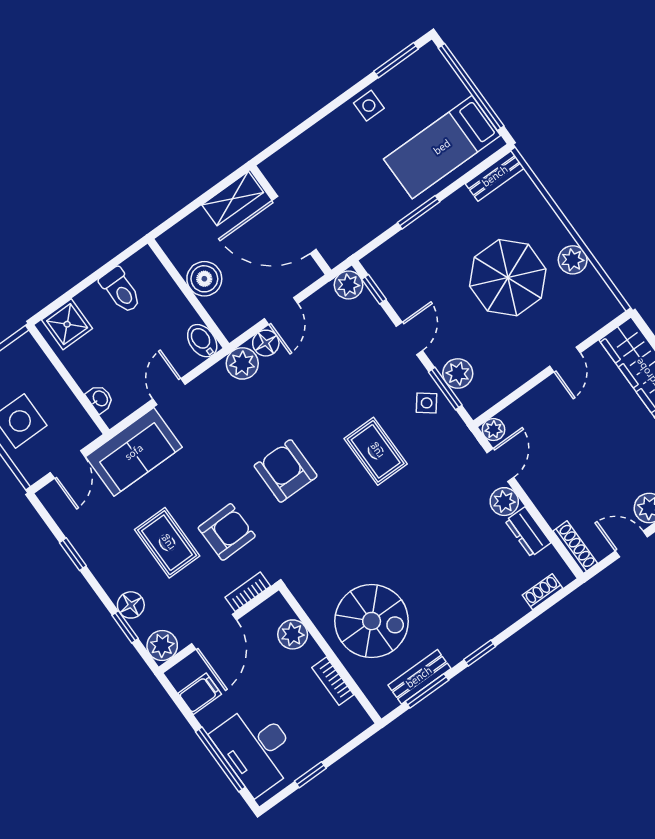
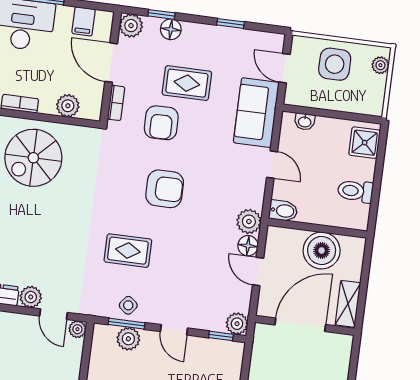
boiler: (204, 279) -> (322, 250), width x1.37, depth x1.37

